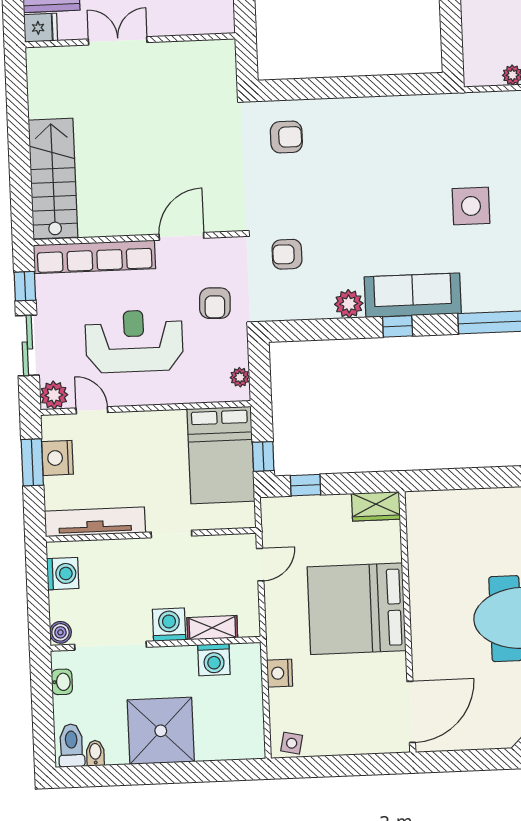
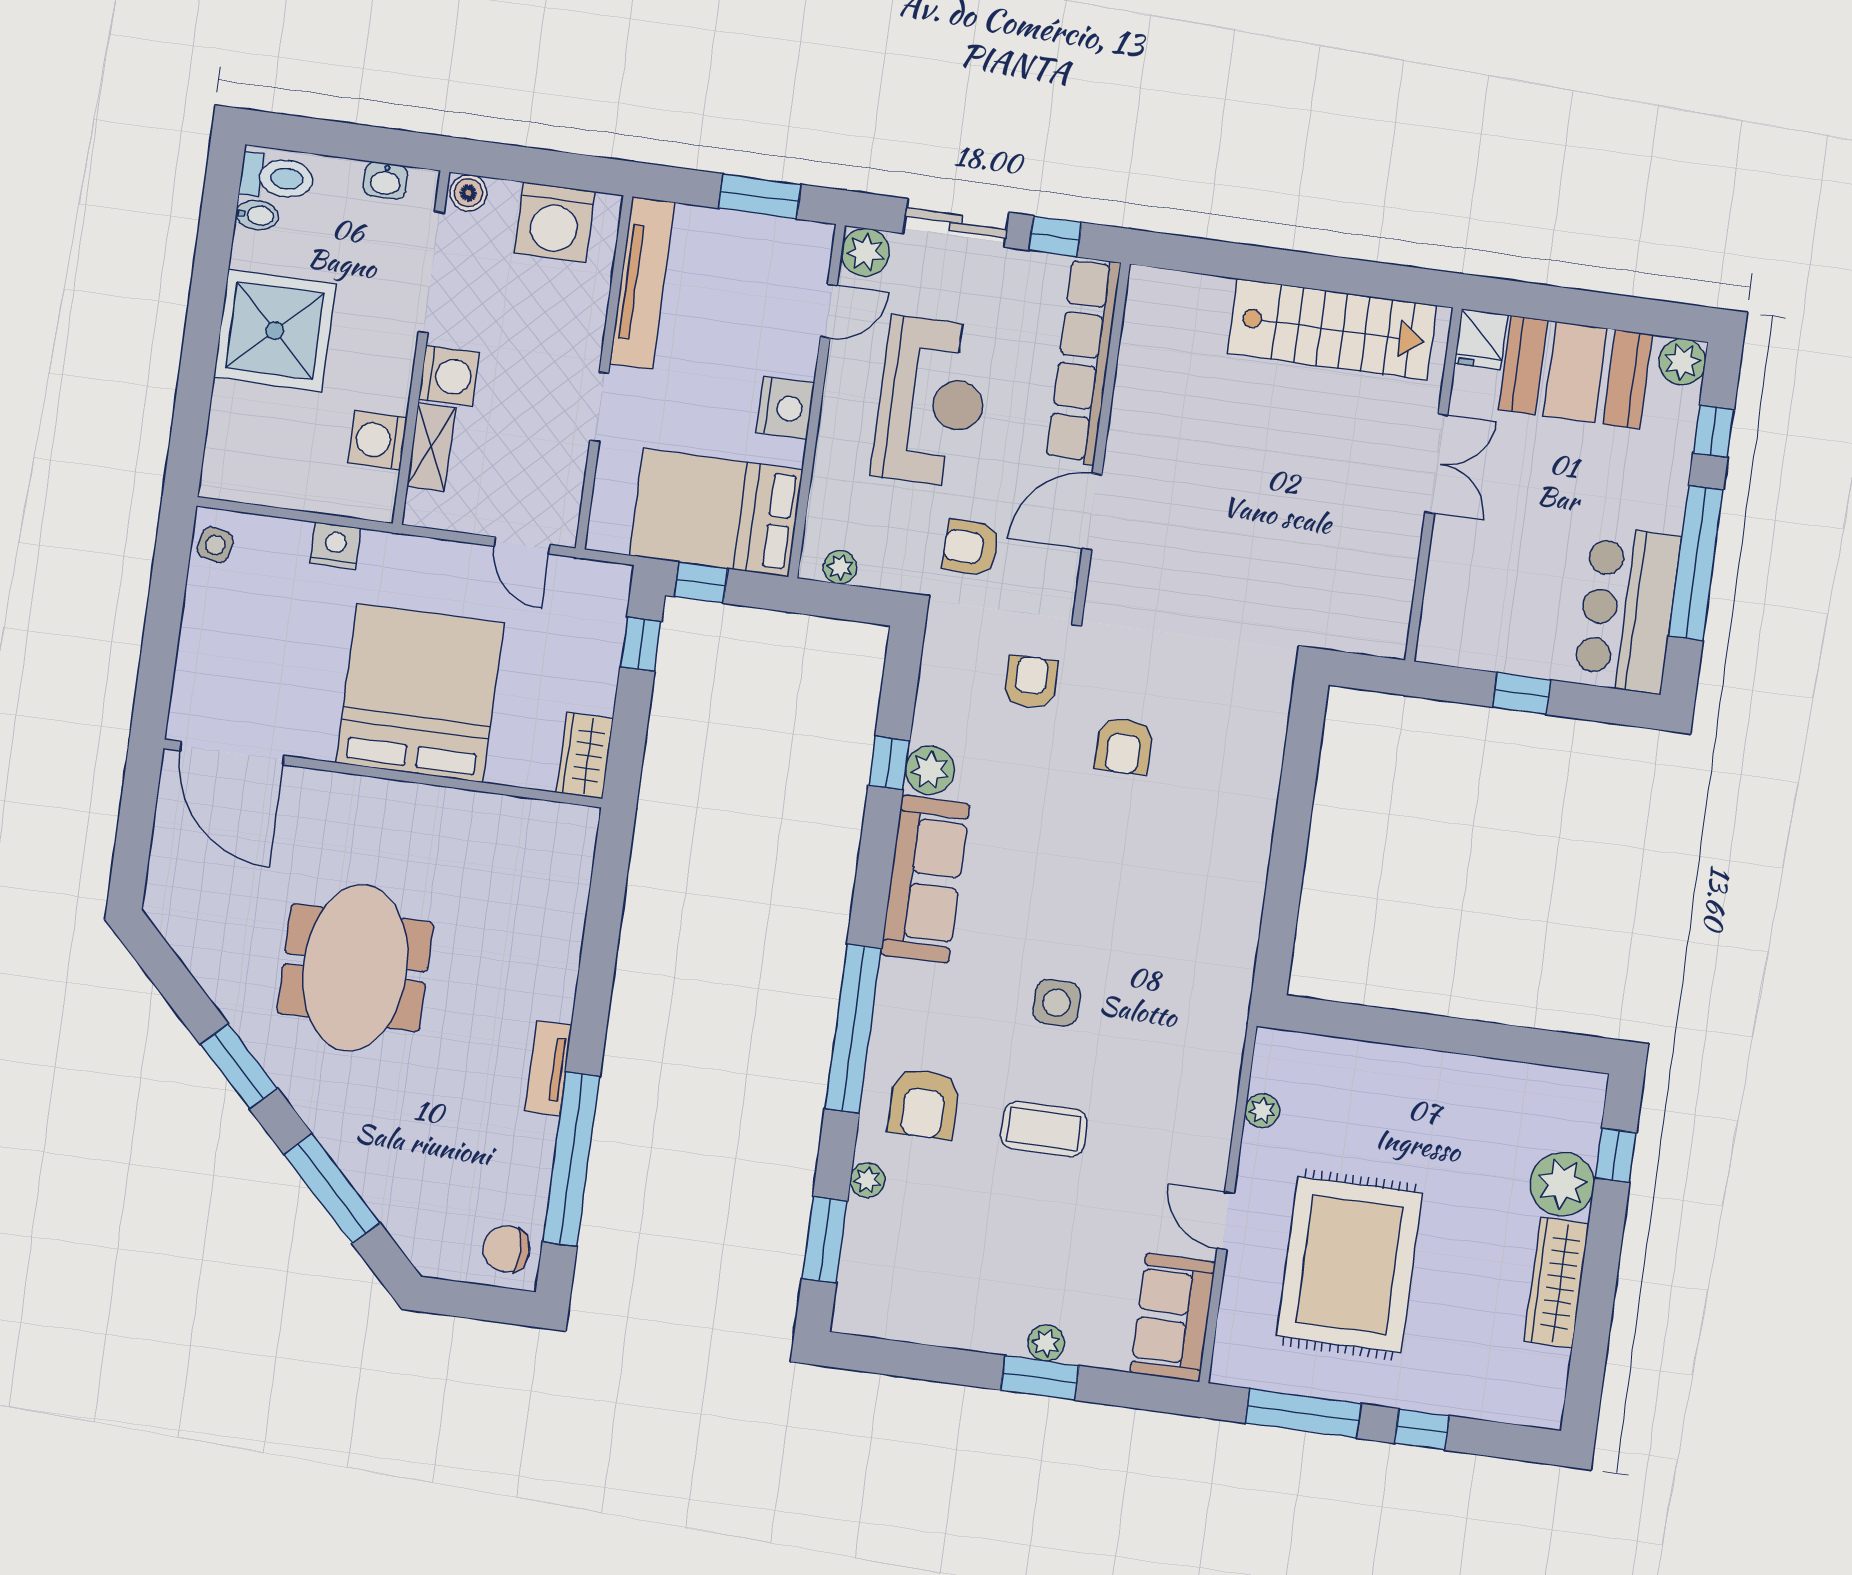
armchair: (286, 137) -> (1124, 746), moved
stairs: (53, 179) -> (1332, 329), moved
side table: (471, 206) -> (1057, 1003), width x0.73, depth x0.73
door: (181, 236) -> (1092, 512), swing flipped
window: (398, 326) -> (889, 763), moved
nightstand: (57, 458) -> (785, 408), moved, turned 90
washing machine: (63, 574) -> (555, 222), width x1.37, depth x1.37

